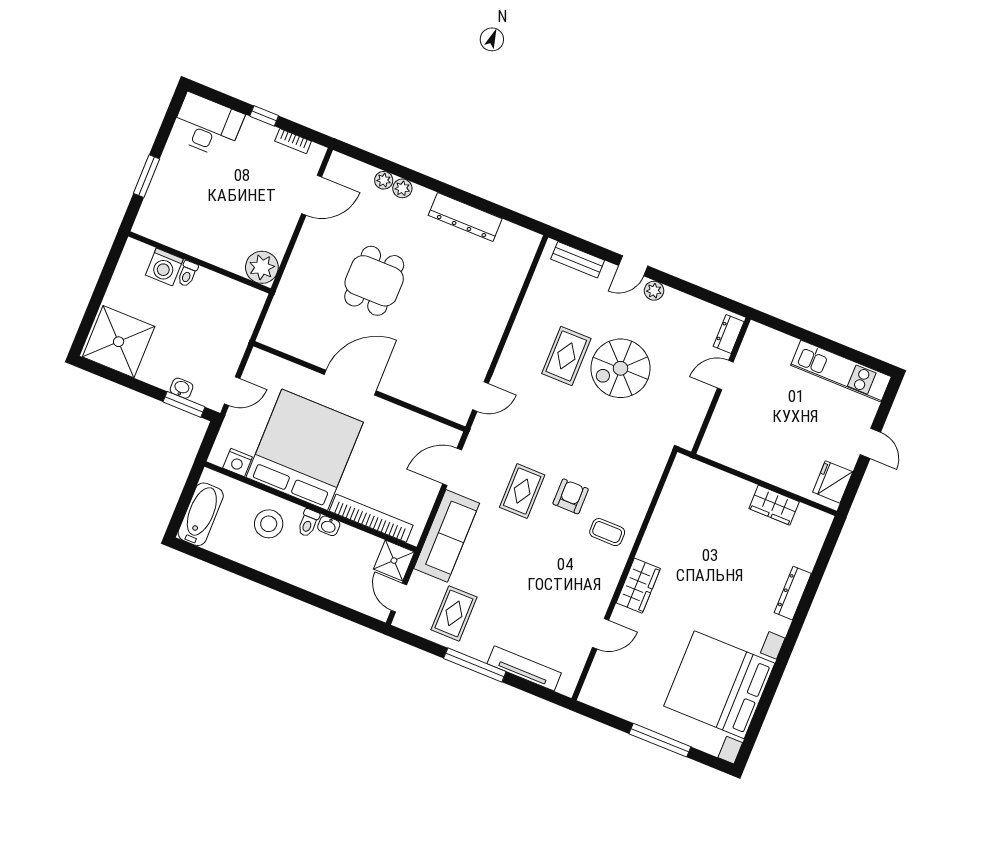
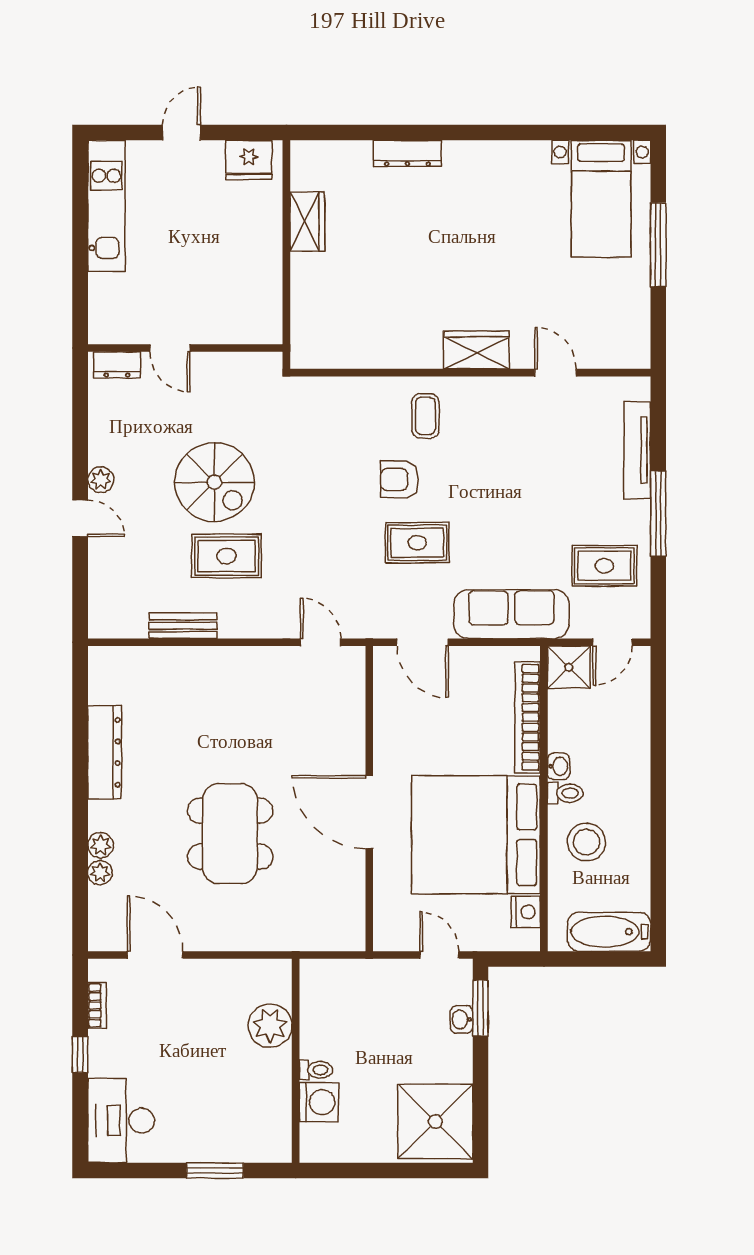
bench: (578, 260) -> (183, 626), moved, turned 90
plant: (262, 267) -> (270, 1026), moved
dining table: (374, 281) -> (230, 834), width x1.37
bed with nightstands: (719, 685) -> (601, 199), width x0.54

